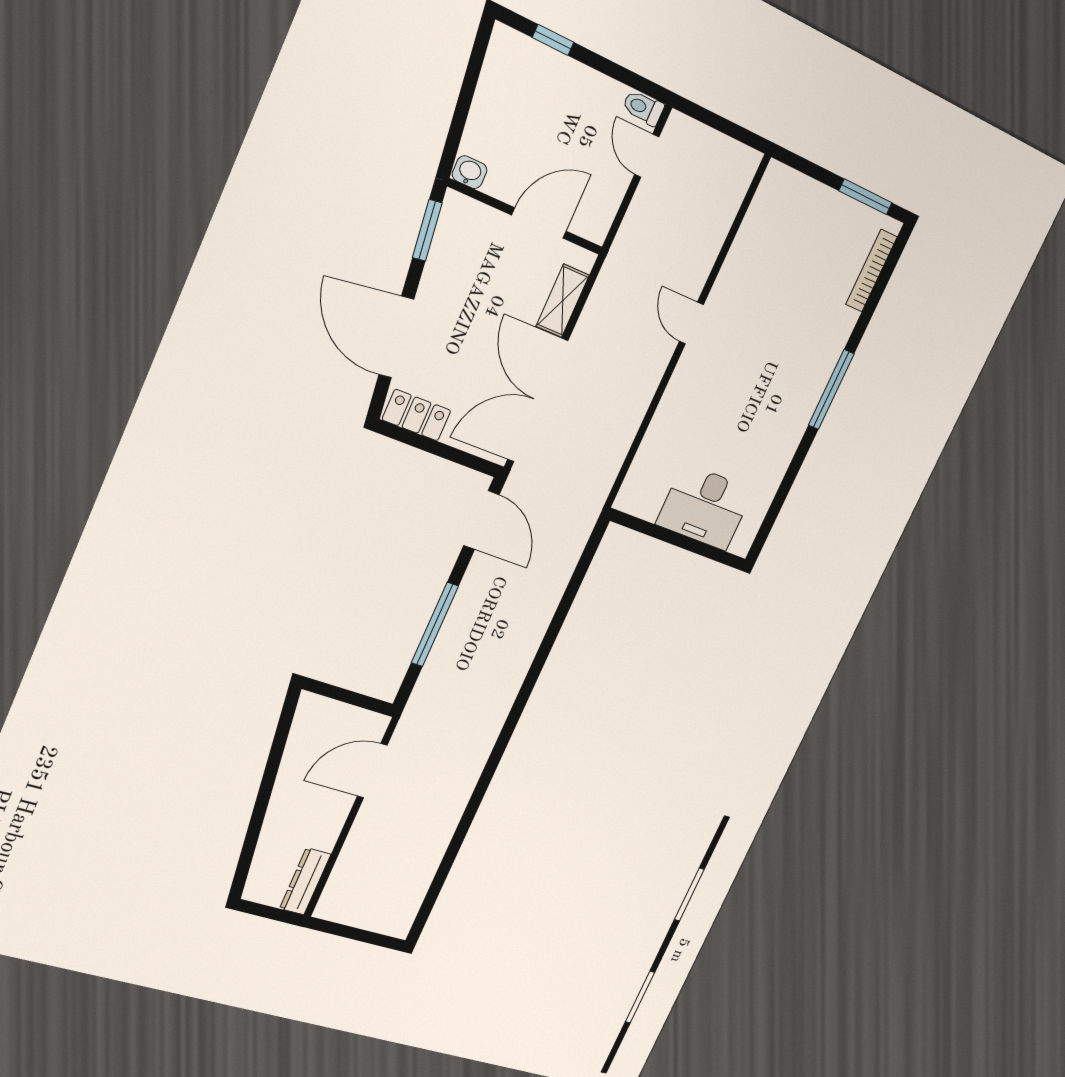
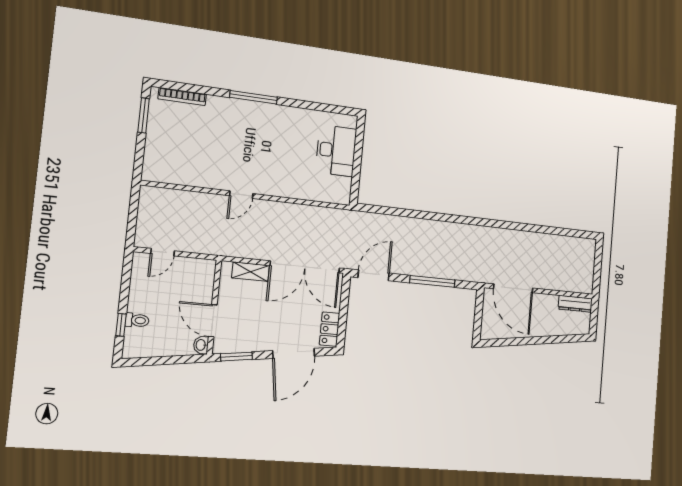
toilet: (643, 108) -> (137, 320), moved, turned -90
door: (539, 223) -> (213, 321), moved
door: (372, 771) -> (513, 288), width x1.36

